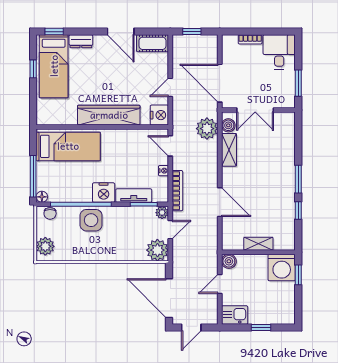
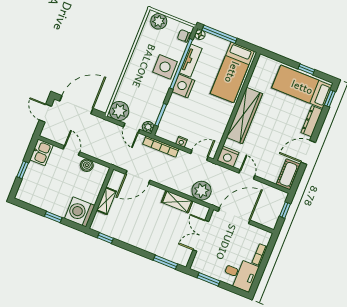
dresser: (81, 41) -> (312, 121), width x1.44
boiler: (228, 125) -> (197, 209), removed
window: (298, 179) -> (165, 262), moved
tv unit: (134, 196) -> (191, 61), moved
shelving: (258, 244) -> (106, 201), moved
wall: (258, 252) -> (100, 198), moved
washing machine: (282, 267) -> (80, 212), moved

